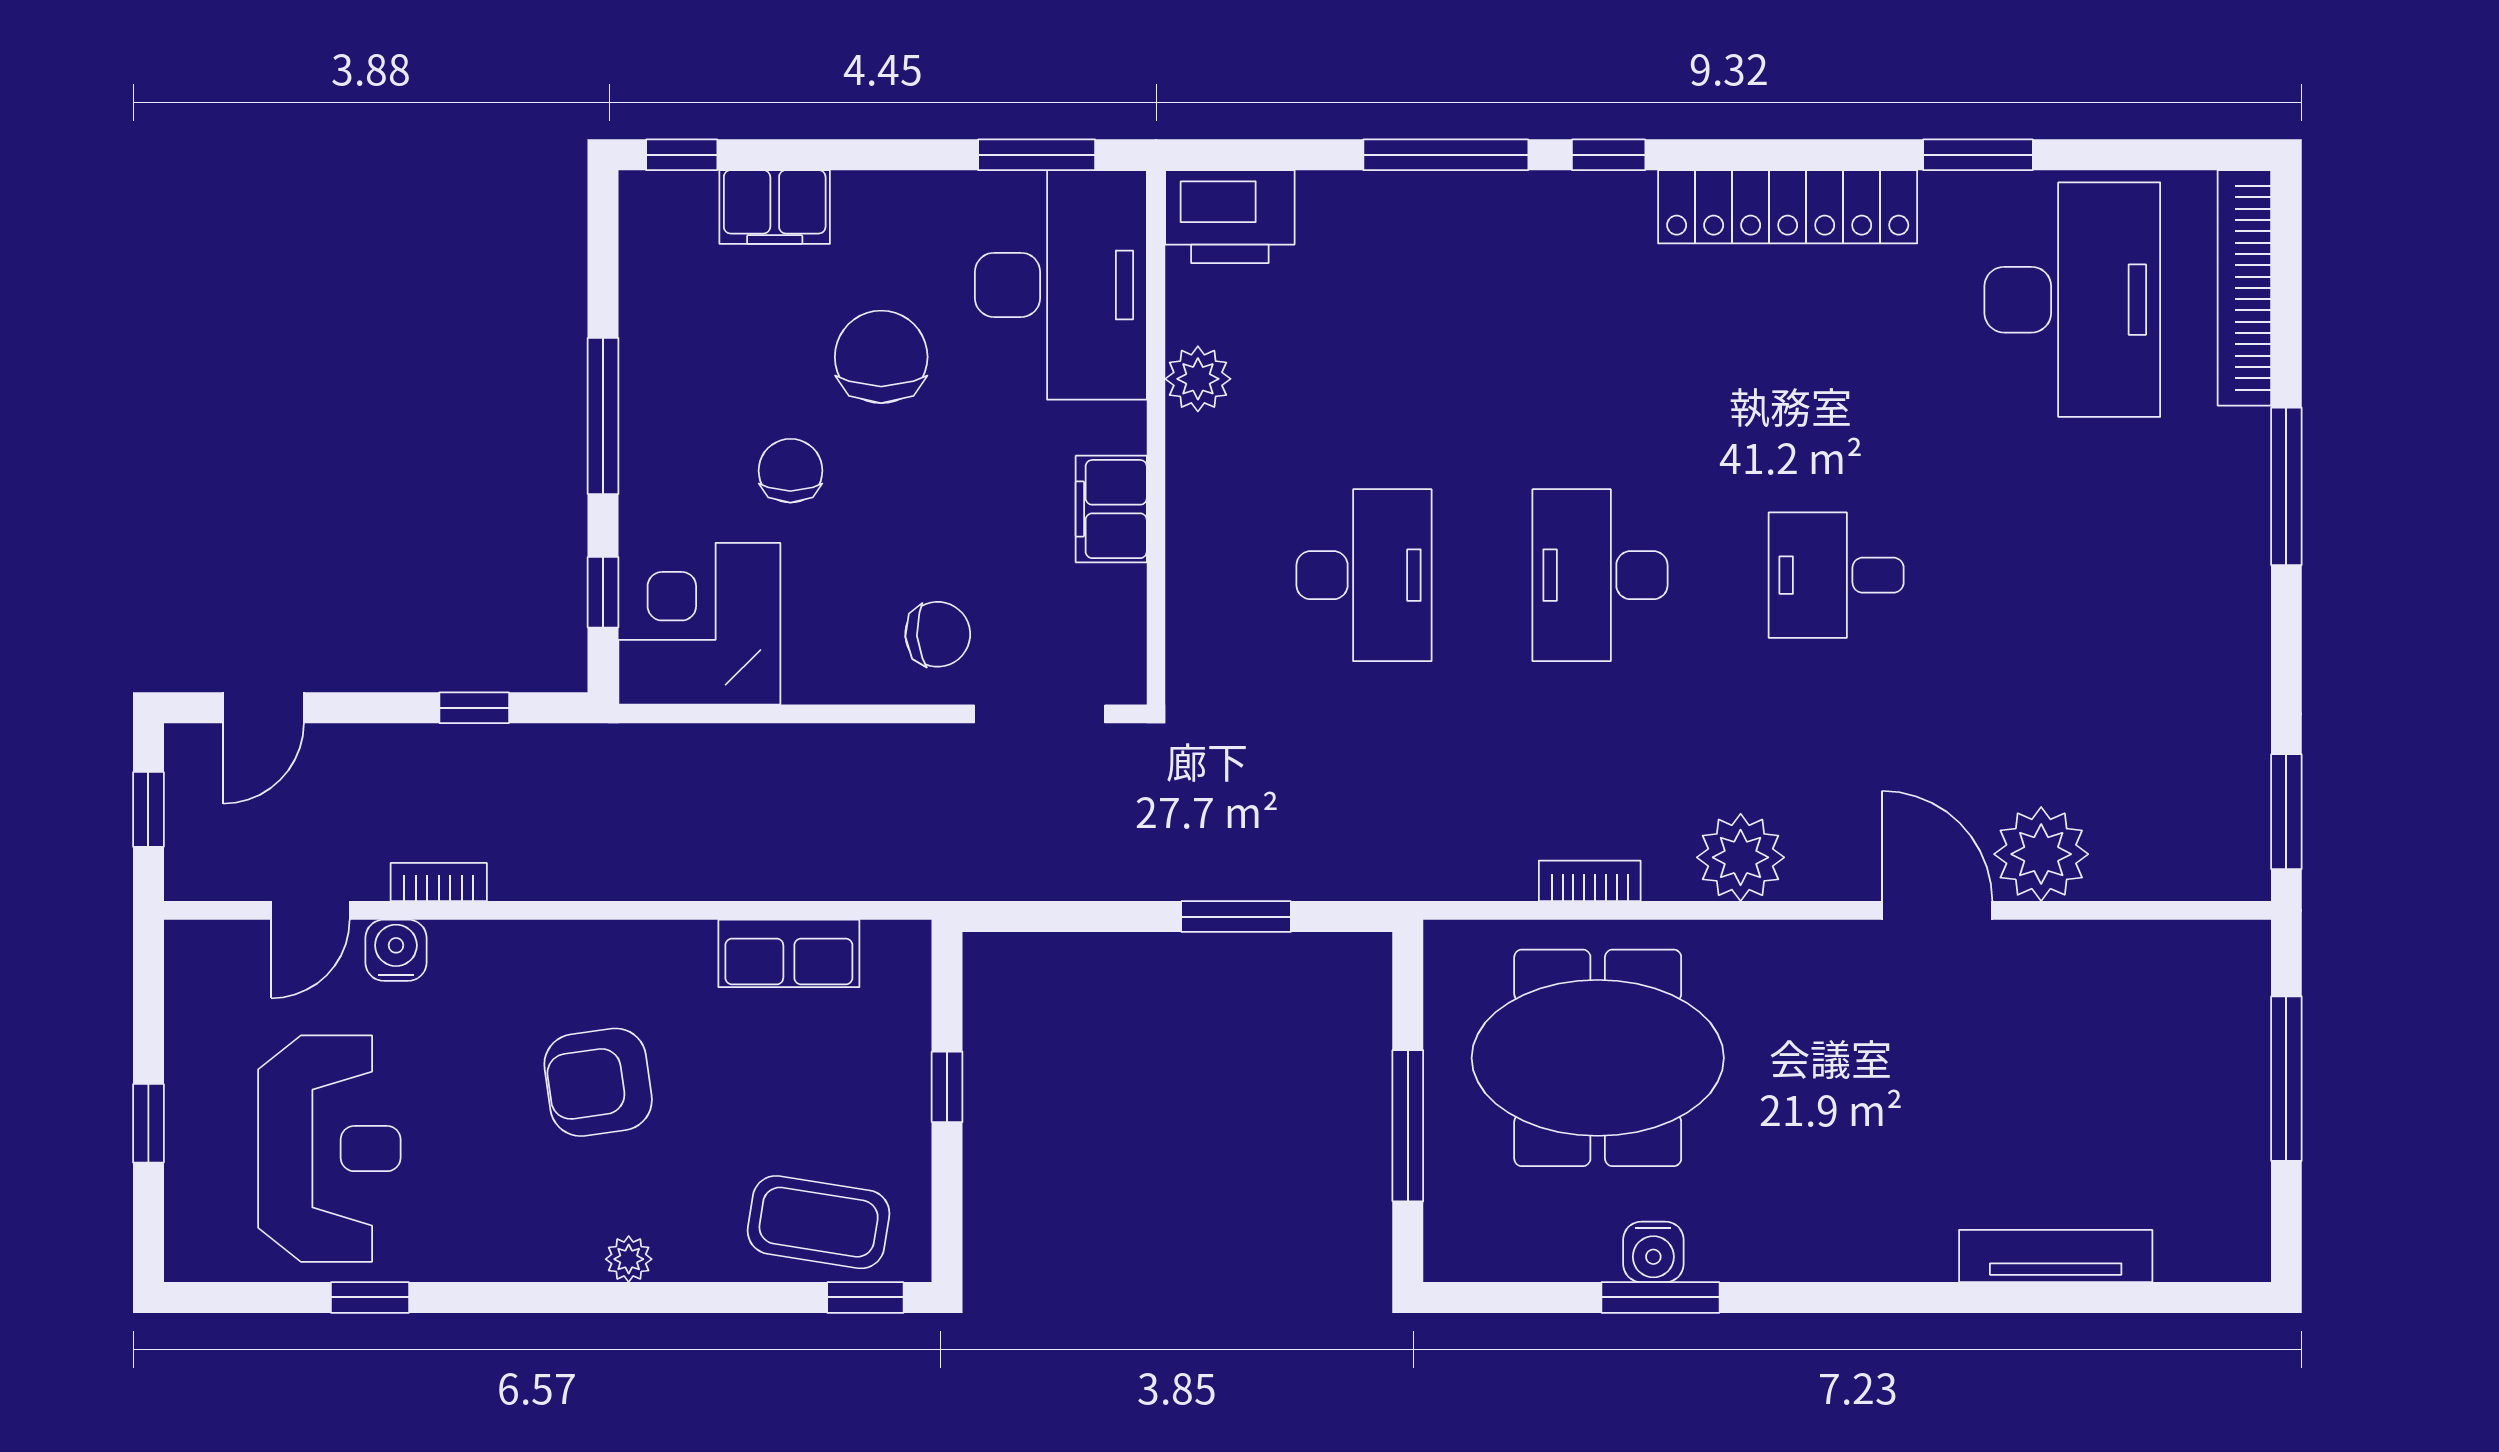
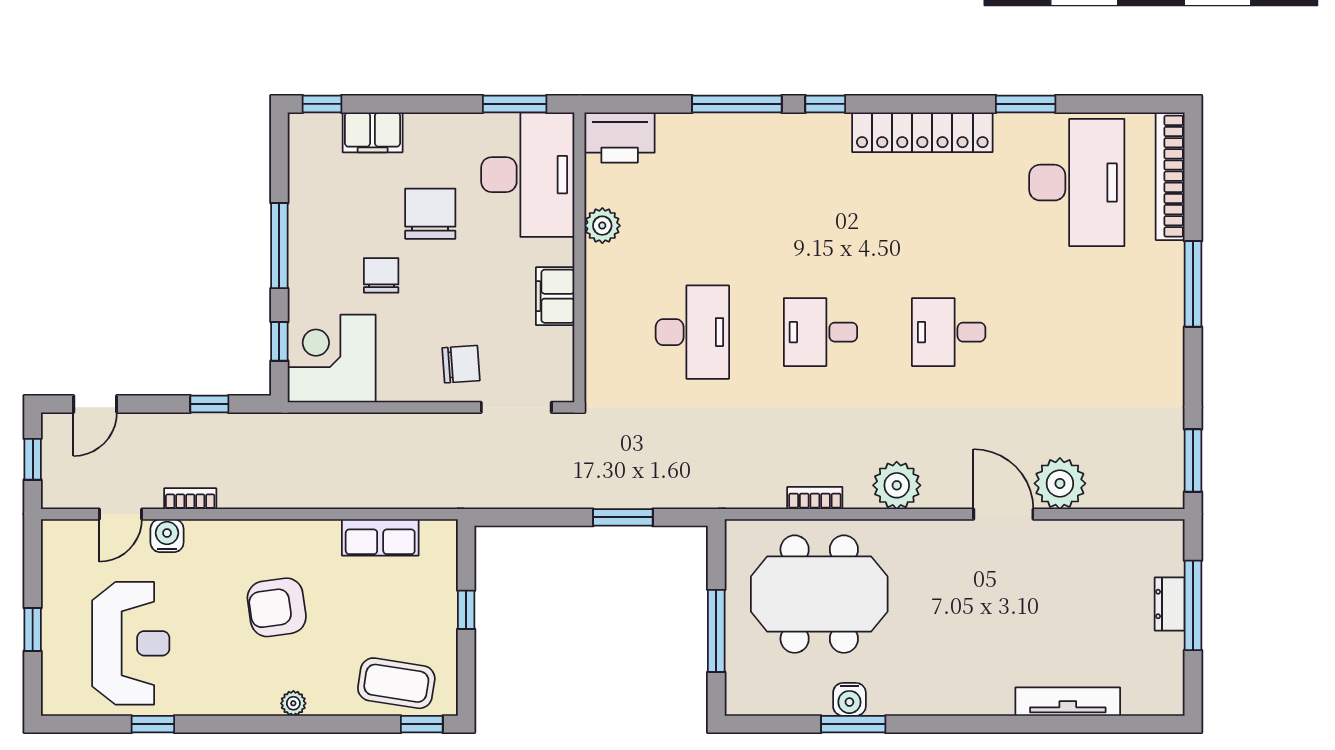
desk: (1600, 575) -> (820, 332), width x0.73
dresser: (2243, 1076) -> (1170, 604), added

